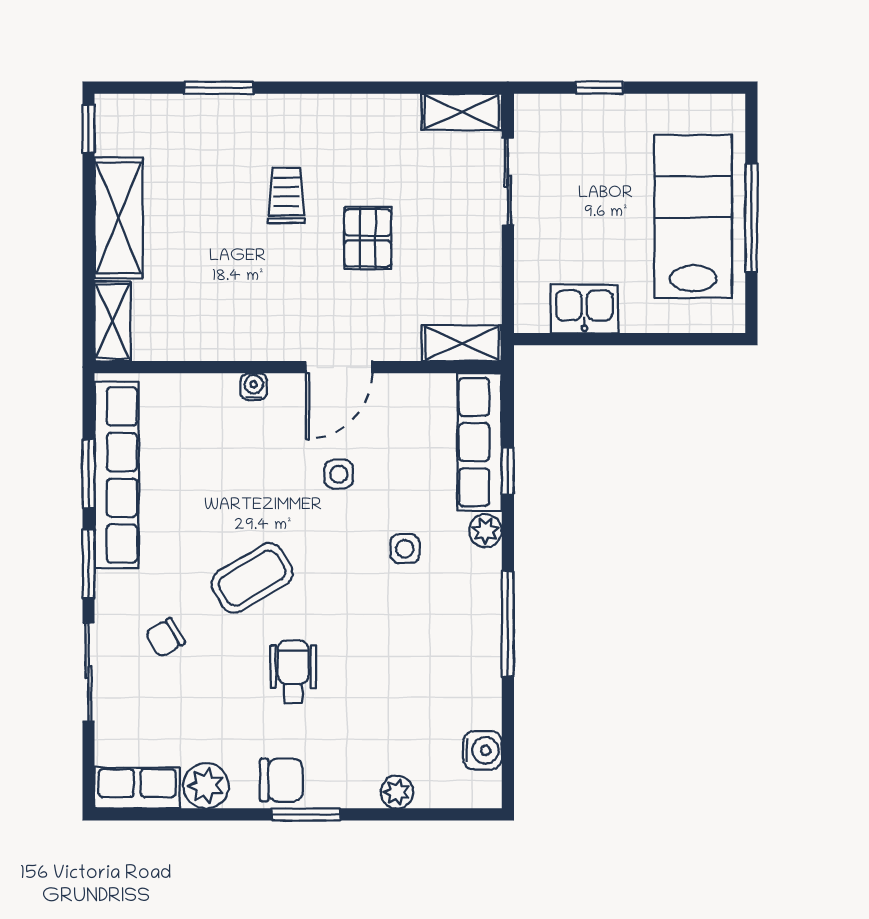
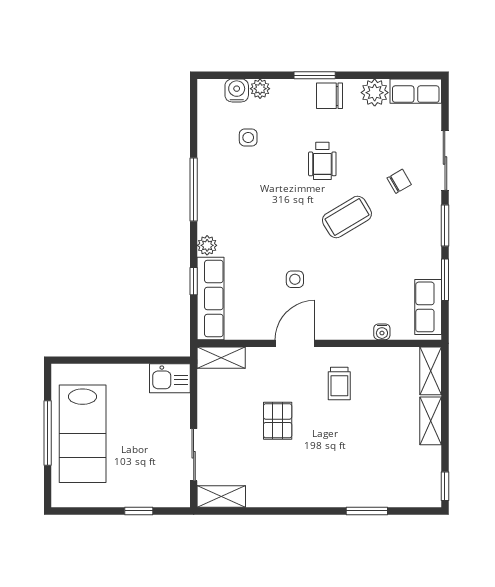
trolley: (286, 196) -> (339, 383), moved
shelving: (119, 218) -> (431, 421), width x0.67, depth x0.75
kitchen sink: (584, 309) -> (170, 378), moved
water cooler: (254, 387) -> (382, 332), moved
row of seats: (117, 475) -> (428, 307), width x0.50
side table: (405, 549) -> (248, 138), moved
water cooler: (482, 750) -> (237, 90), moved, turned 90

